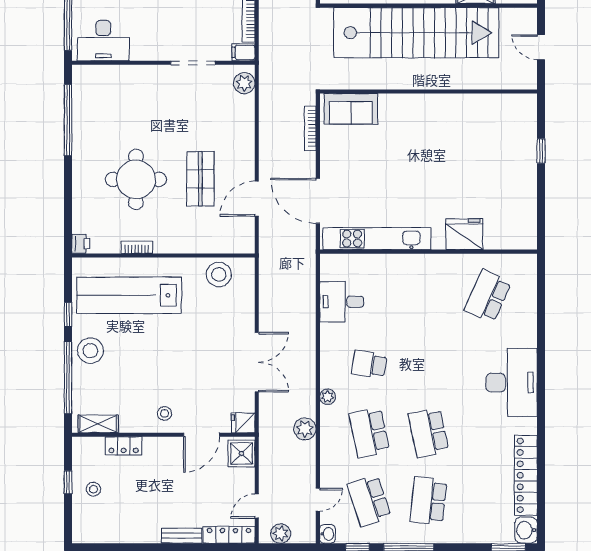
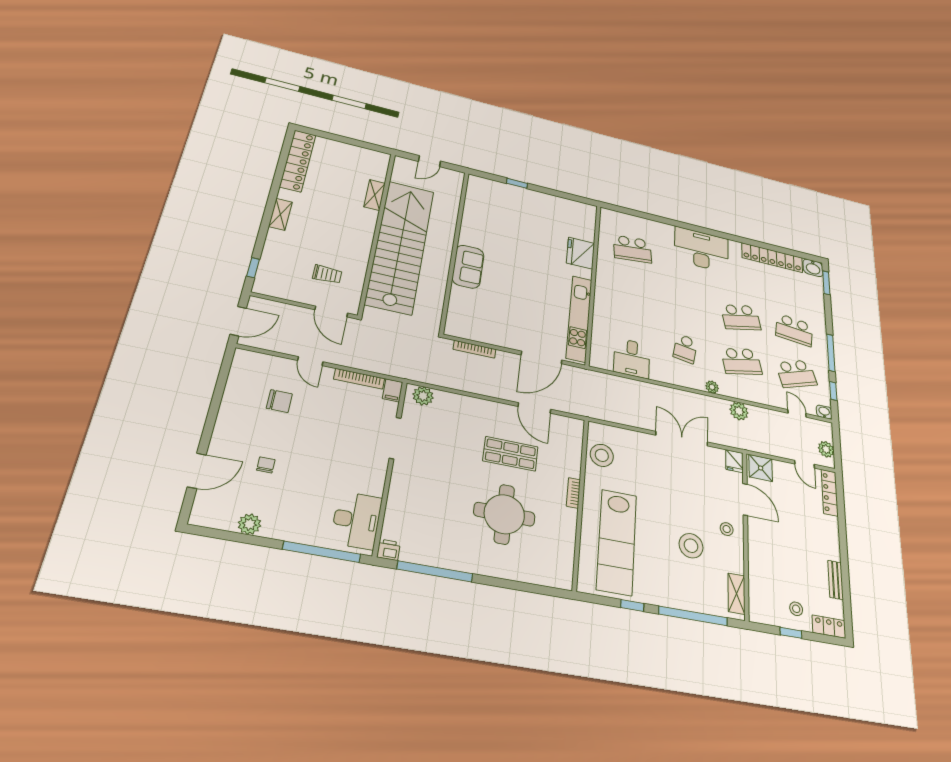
sofa: (351, 109) -> (468, 267), moved
printer: (81, 244) -> (388, 550), moved
bookcase: (137, 247) -> (573, 493), moved
school desk: (488, 296) -> (632, 249), turned -30
stool: (90, 351) -> (691, 546), moved
locker: (124, 446) -> (829, 627), moved, turned -90
bench: (181, 536) -> (836, 580), moved

